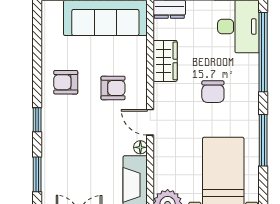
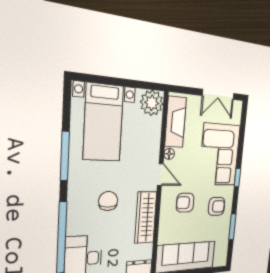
wardrobe: (165, 61) -> (146, 217), width x1.50
corner sofa: (68, 149) -> (220, 155), added
window: (37, 174) -> (232, 227), moved

